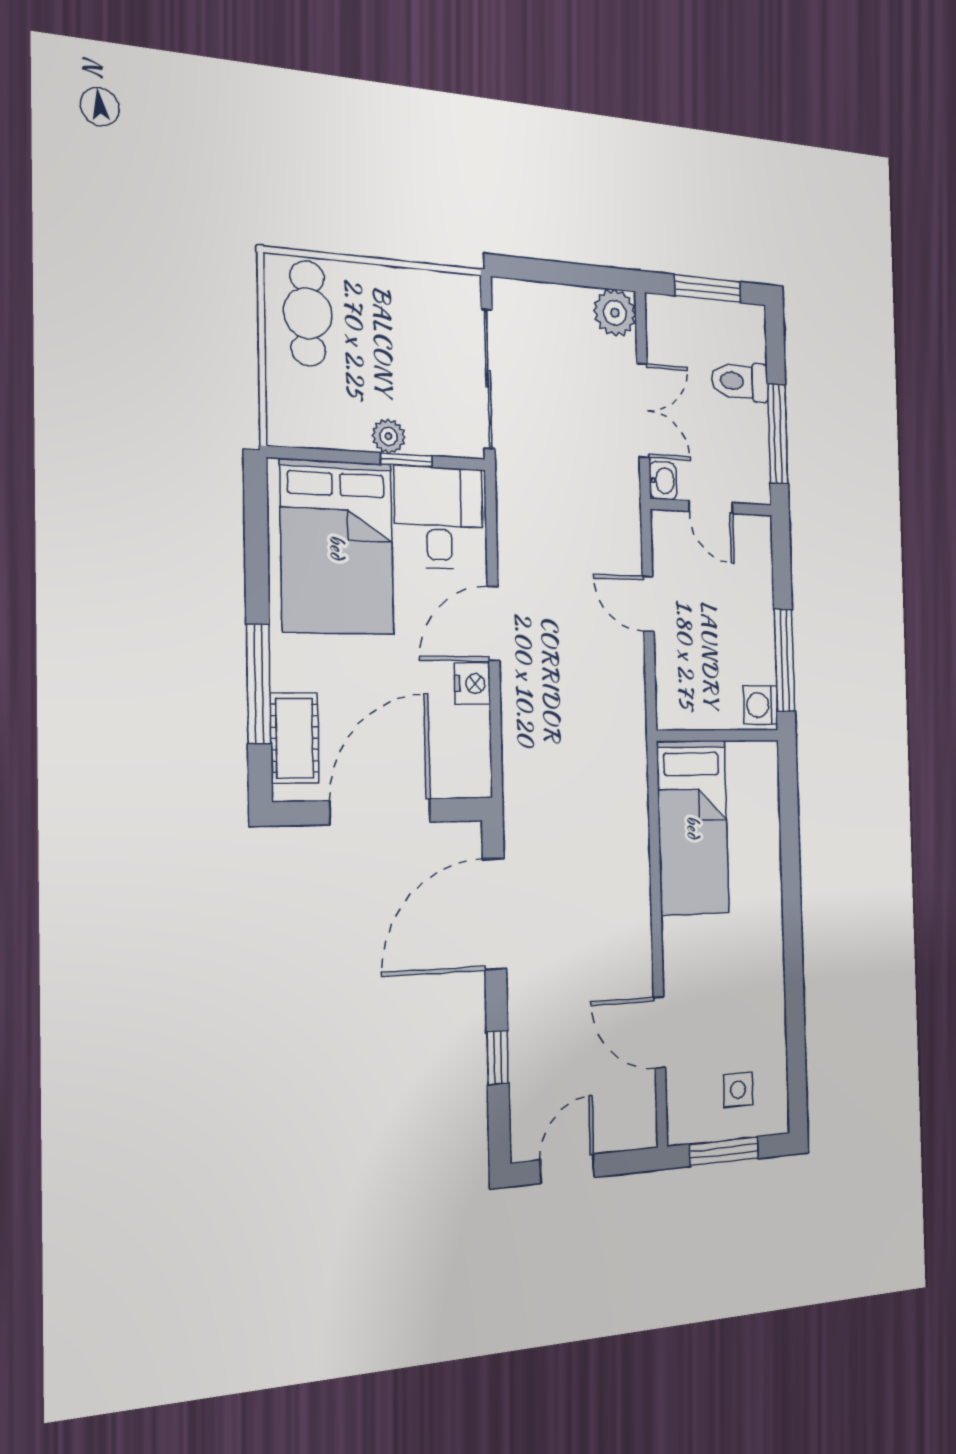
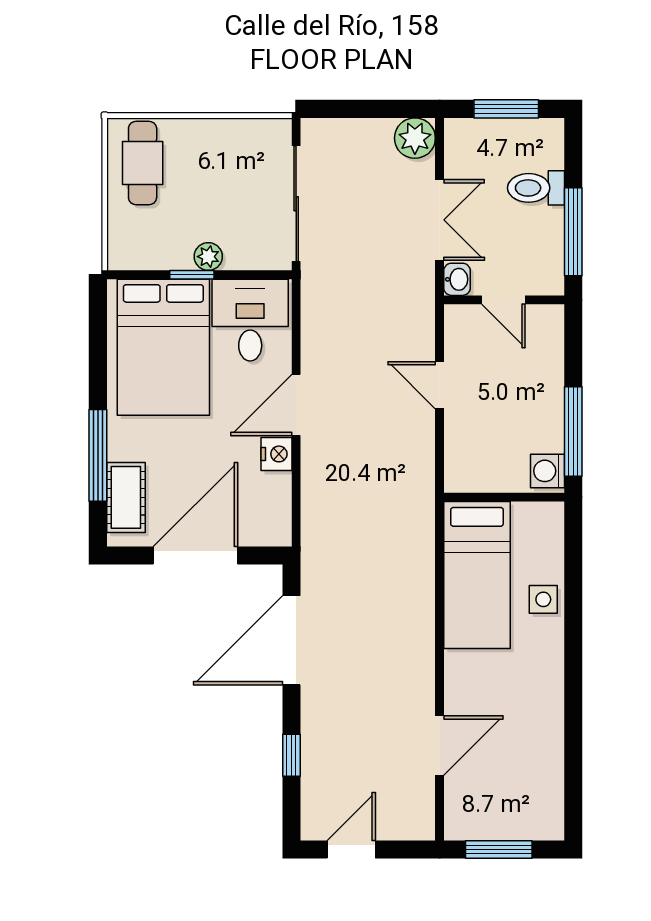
window: (406, 460) -> (192, 275), moved
door: (659, 1033) -> (440, 746), swing flipped
side table: (738, 1090) -> (543, 599), moved

